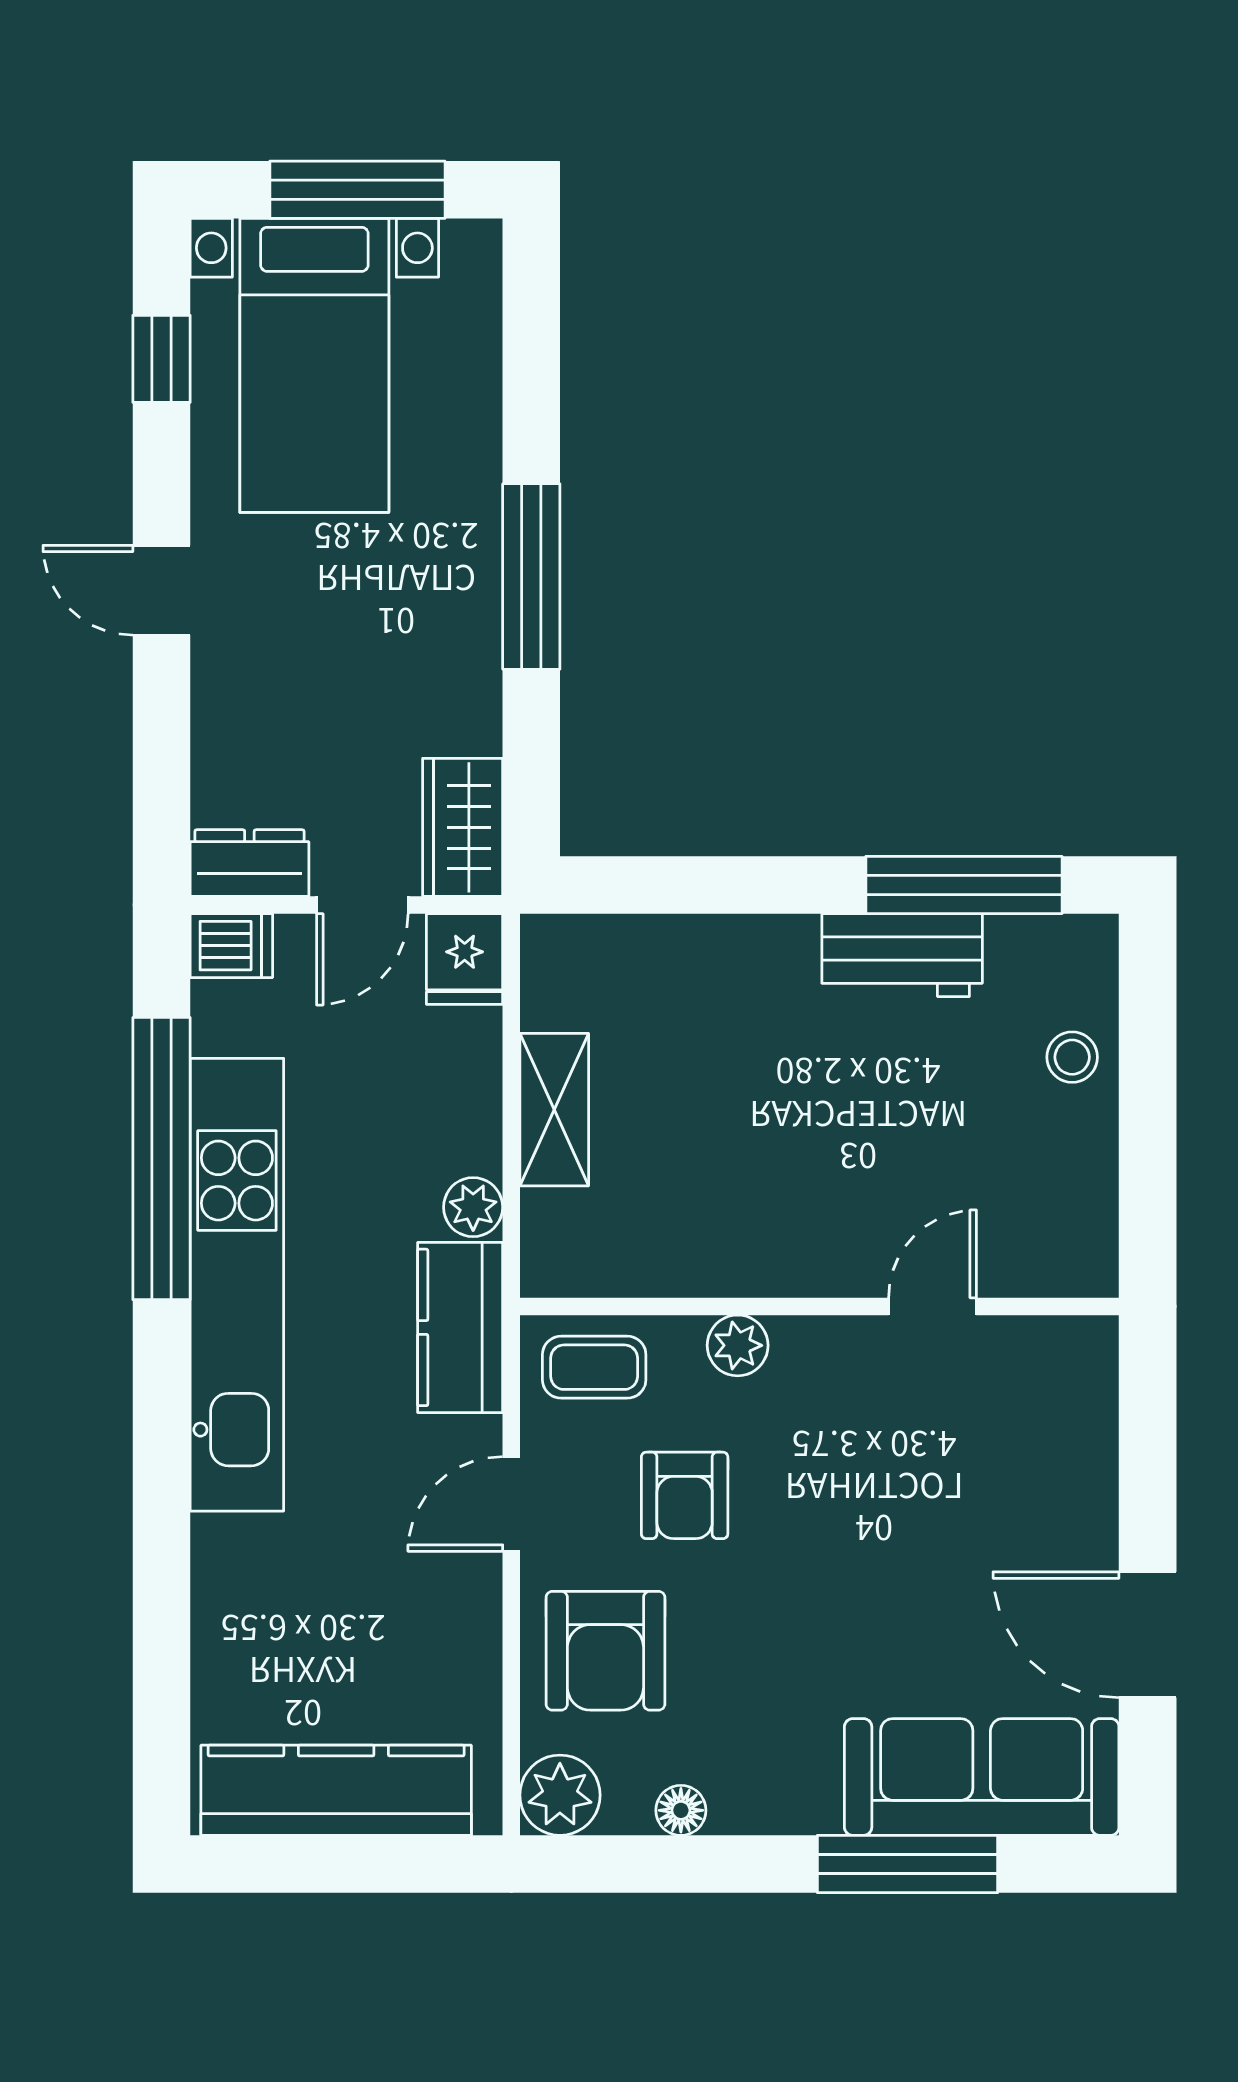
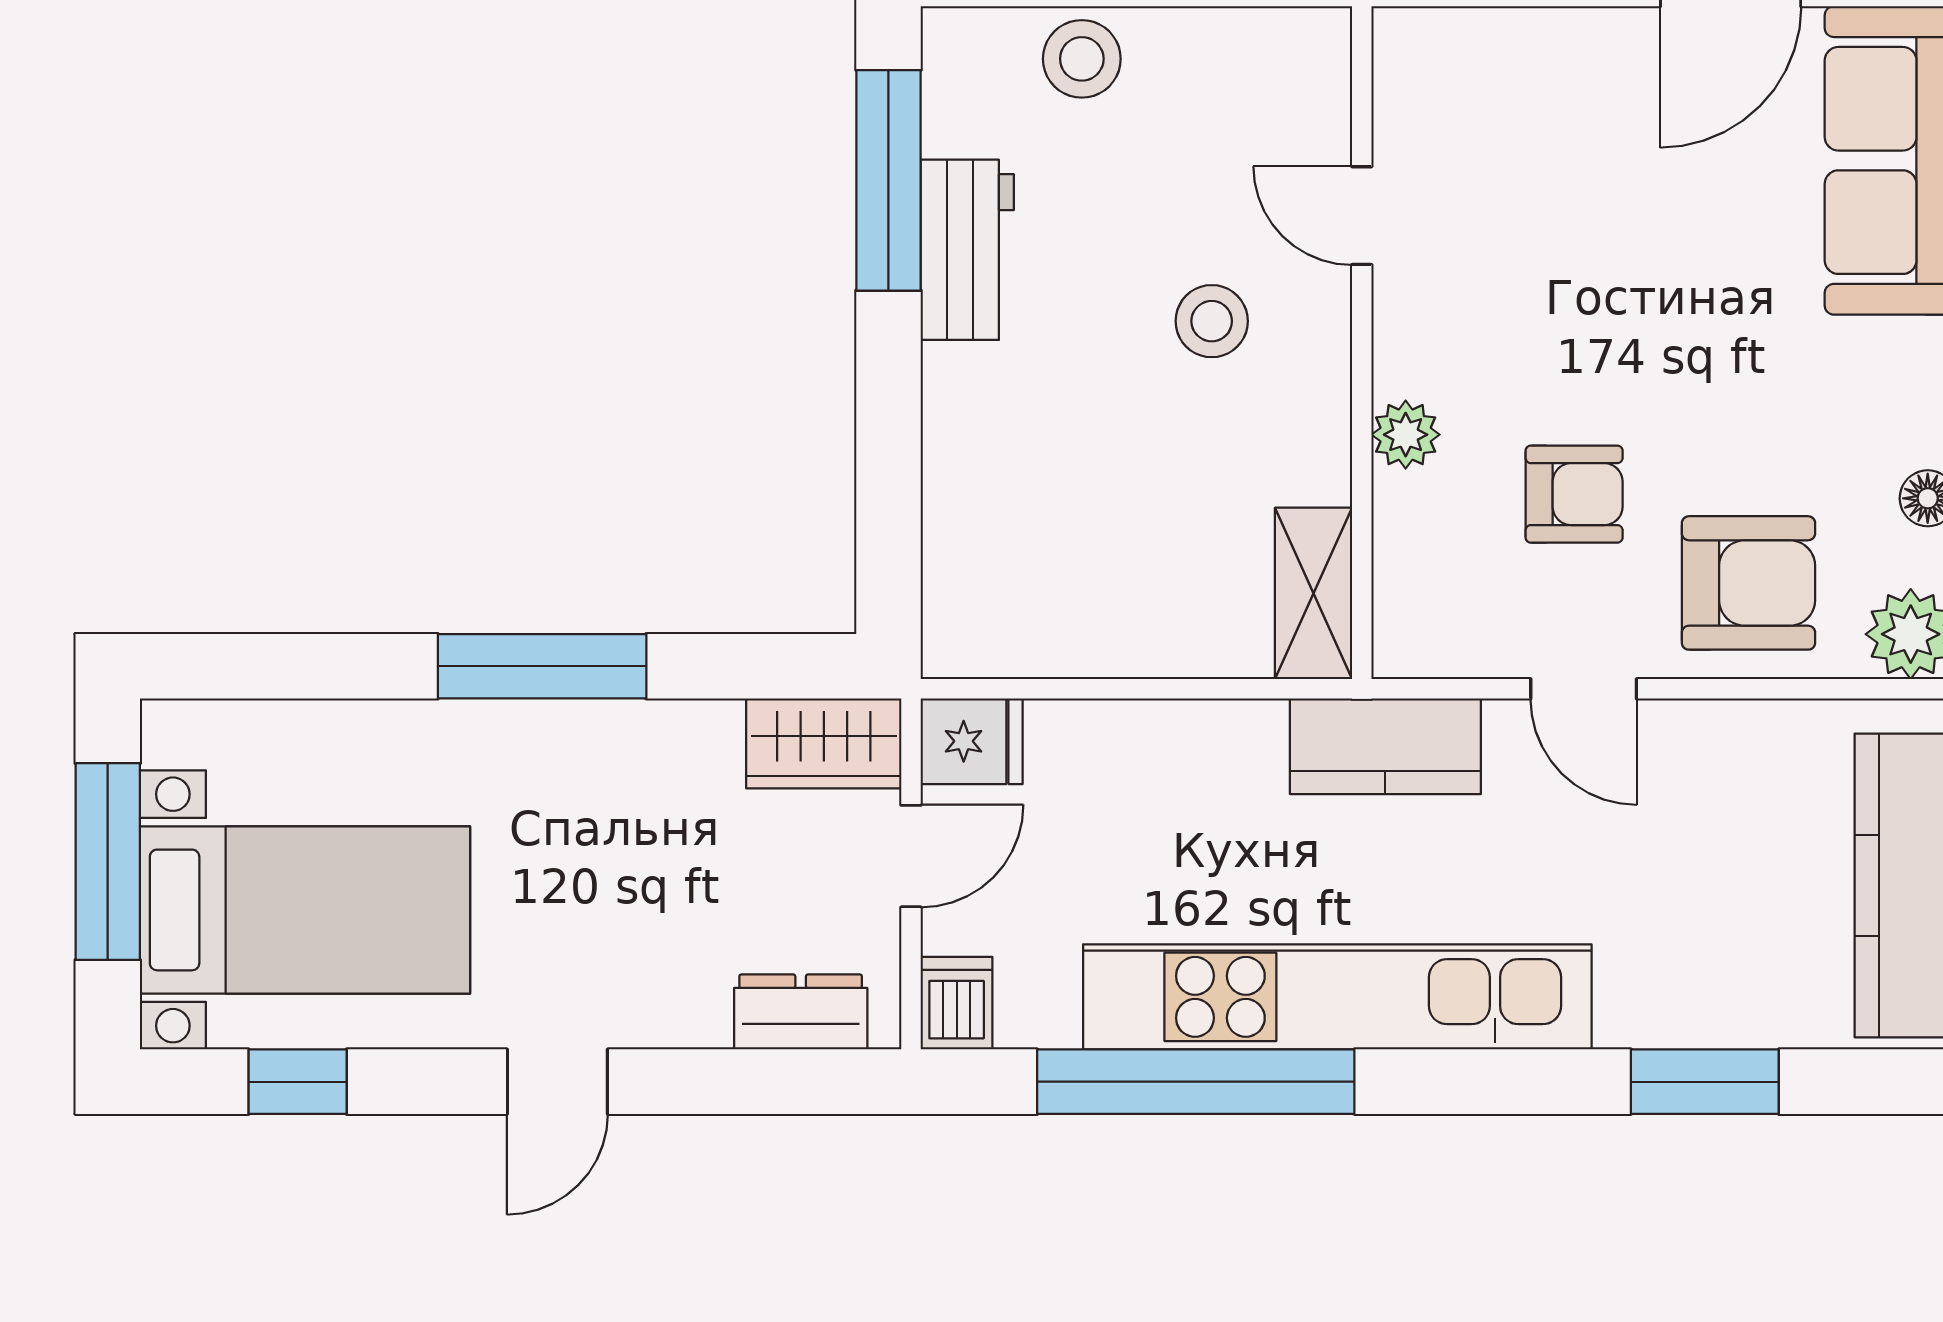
dresser: (249, 863) -> (801, 1012), moved, turned 90
door: (362, 905) -> (911, 856), hinge flipped
stool: (1072, 1057) -> (1082, 59), width x1.37, depth x1.37
shelving: (554, 1110) -> (1314, 593), moved, turned 90
stool: (839, 1173) -> (1212, 321), added
plant: (473, 1207) -> (1250, 732), removed
coffee table: (594, 1367) -> (1430, 596), removed
window: (161, 1612) -> (1705, 1082), added

